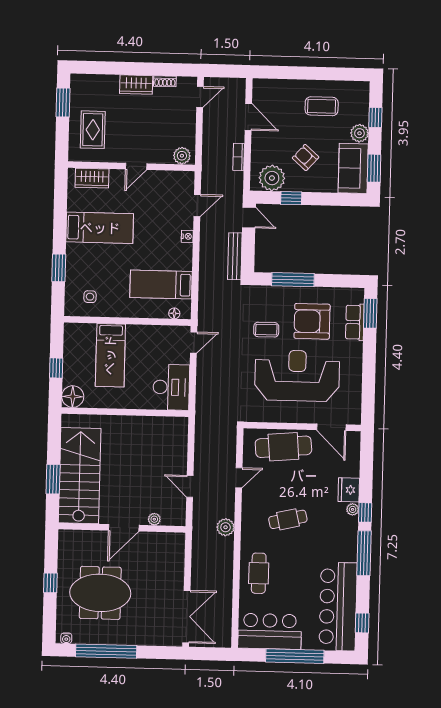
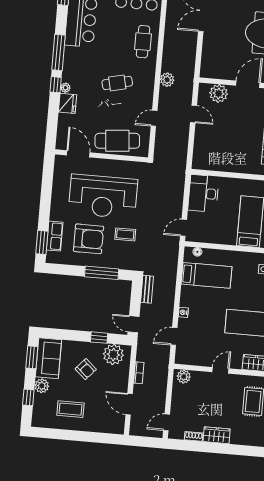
bench: (235, 256) -> (147, 289), width x0.73
plant: (154, 519) -> (219, 93), width x1.88, depth x1.88

